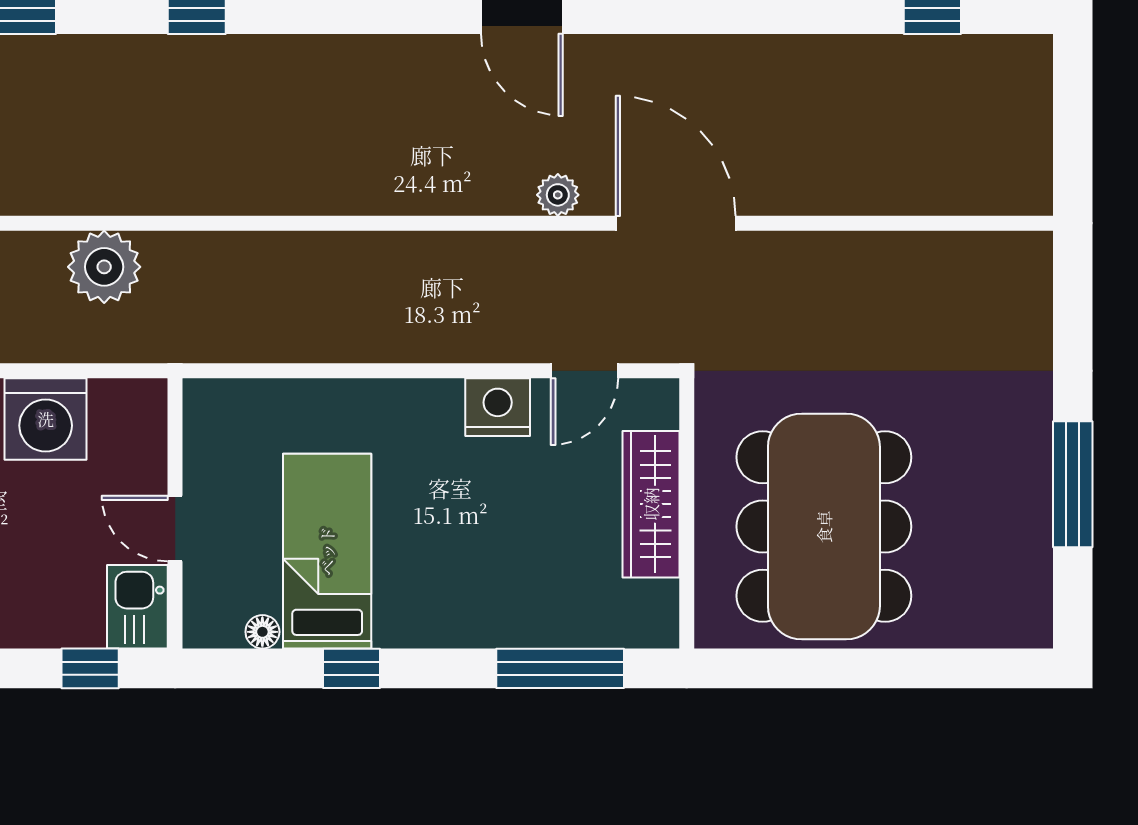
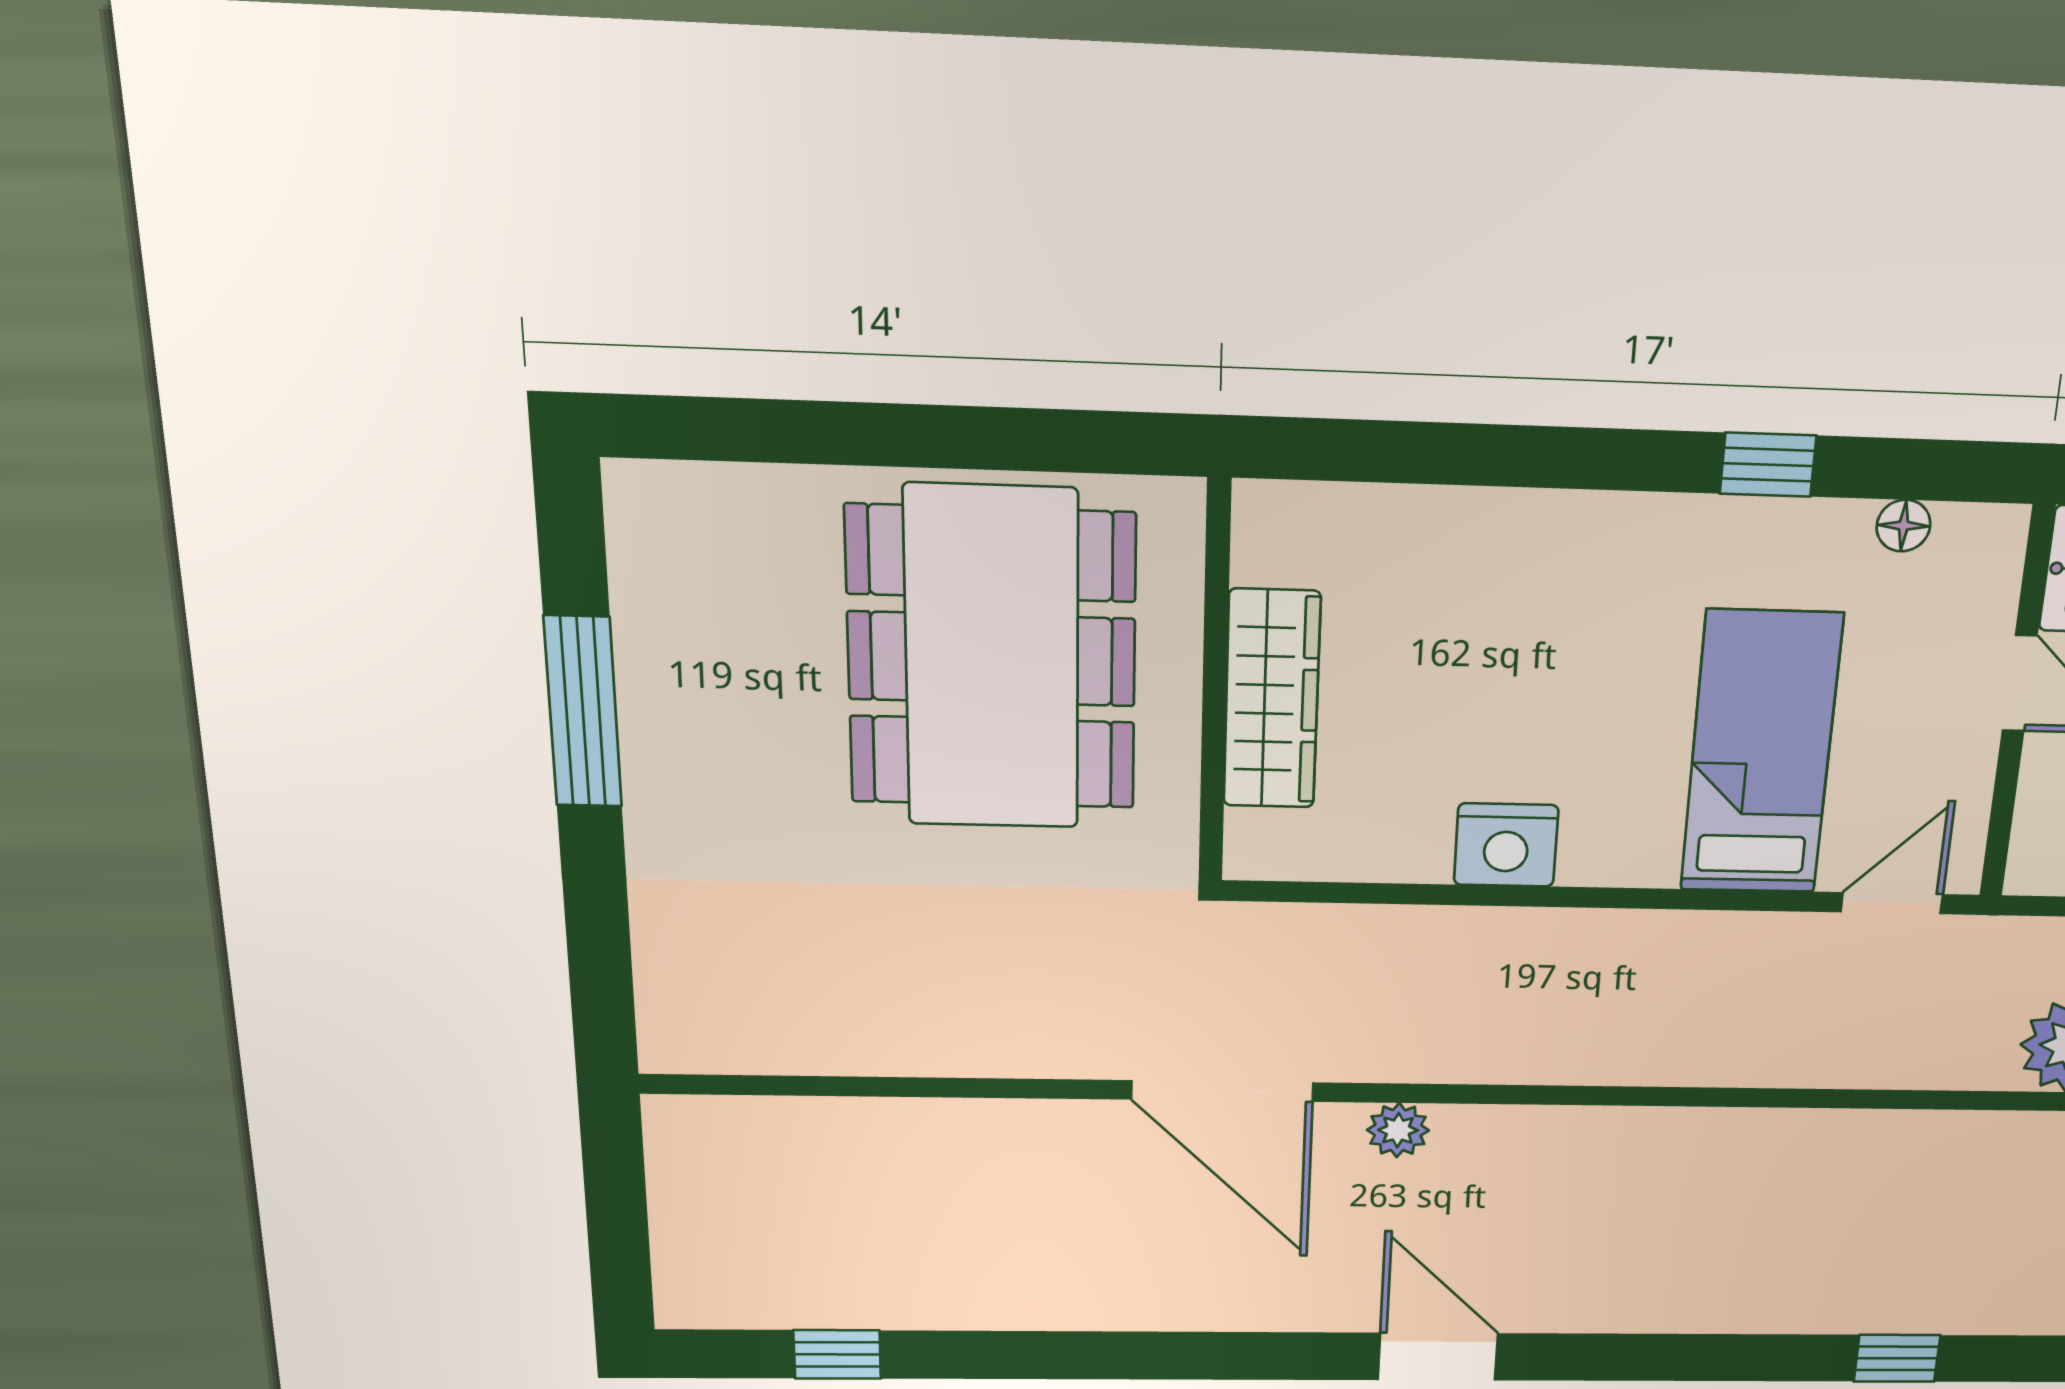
door: (584, 371) -> (1892, 903), moved
bed: (327, 551) -> (1761, 753), moved, turned 180
window: (560, 668) -> (1429, 453), removed

